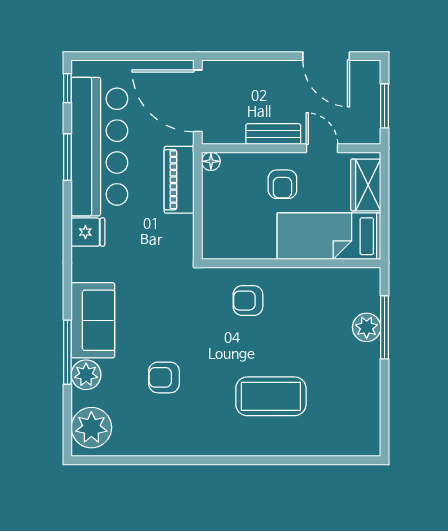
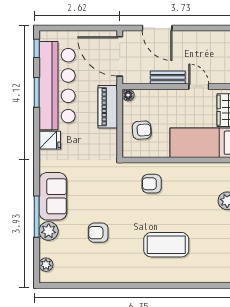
door: (326, 56) -> (157, 28), moved
armchair: (282, 184) -> (142, 130), moved, turned -94
plant: (91, 428) -> (46, 265), width x0.53, depth x0.53

